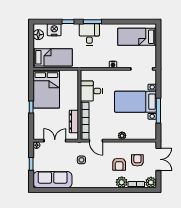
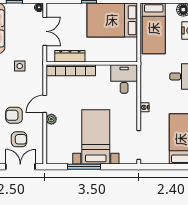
desk: (91, 91) -> (124, 79), moved
door: (96, 141) -> (45, 104), moved
double door: (158, 159) -> (20, 167), swing flipped

